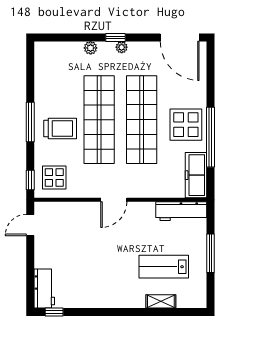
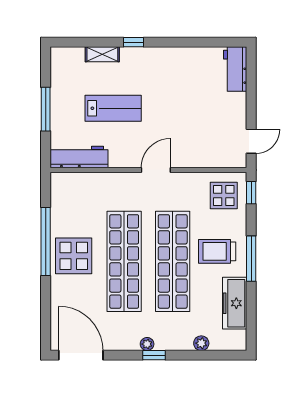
plant: (91, 48) -> (201, 343), moved
freezer: (196, 175) -> (235, 303), moved, turned 180
lab bench: (164, 267) -> (113, 108), moved
window: (54, 312) -> (133, 42), moved

